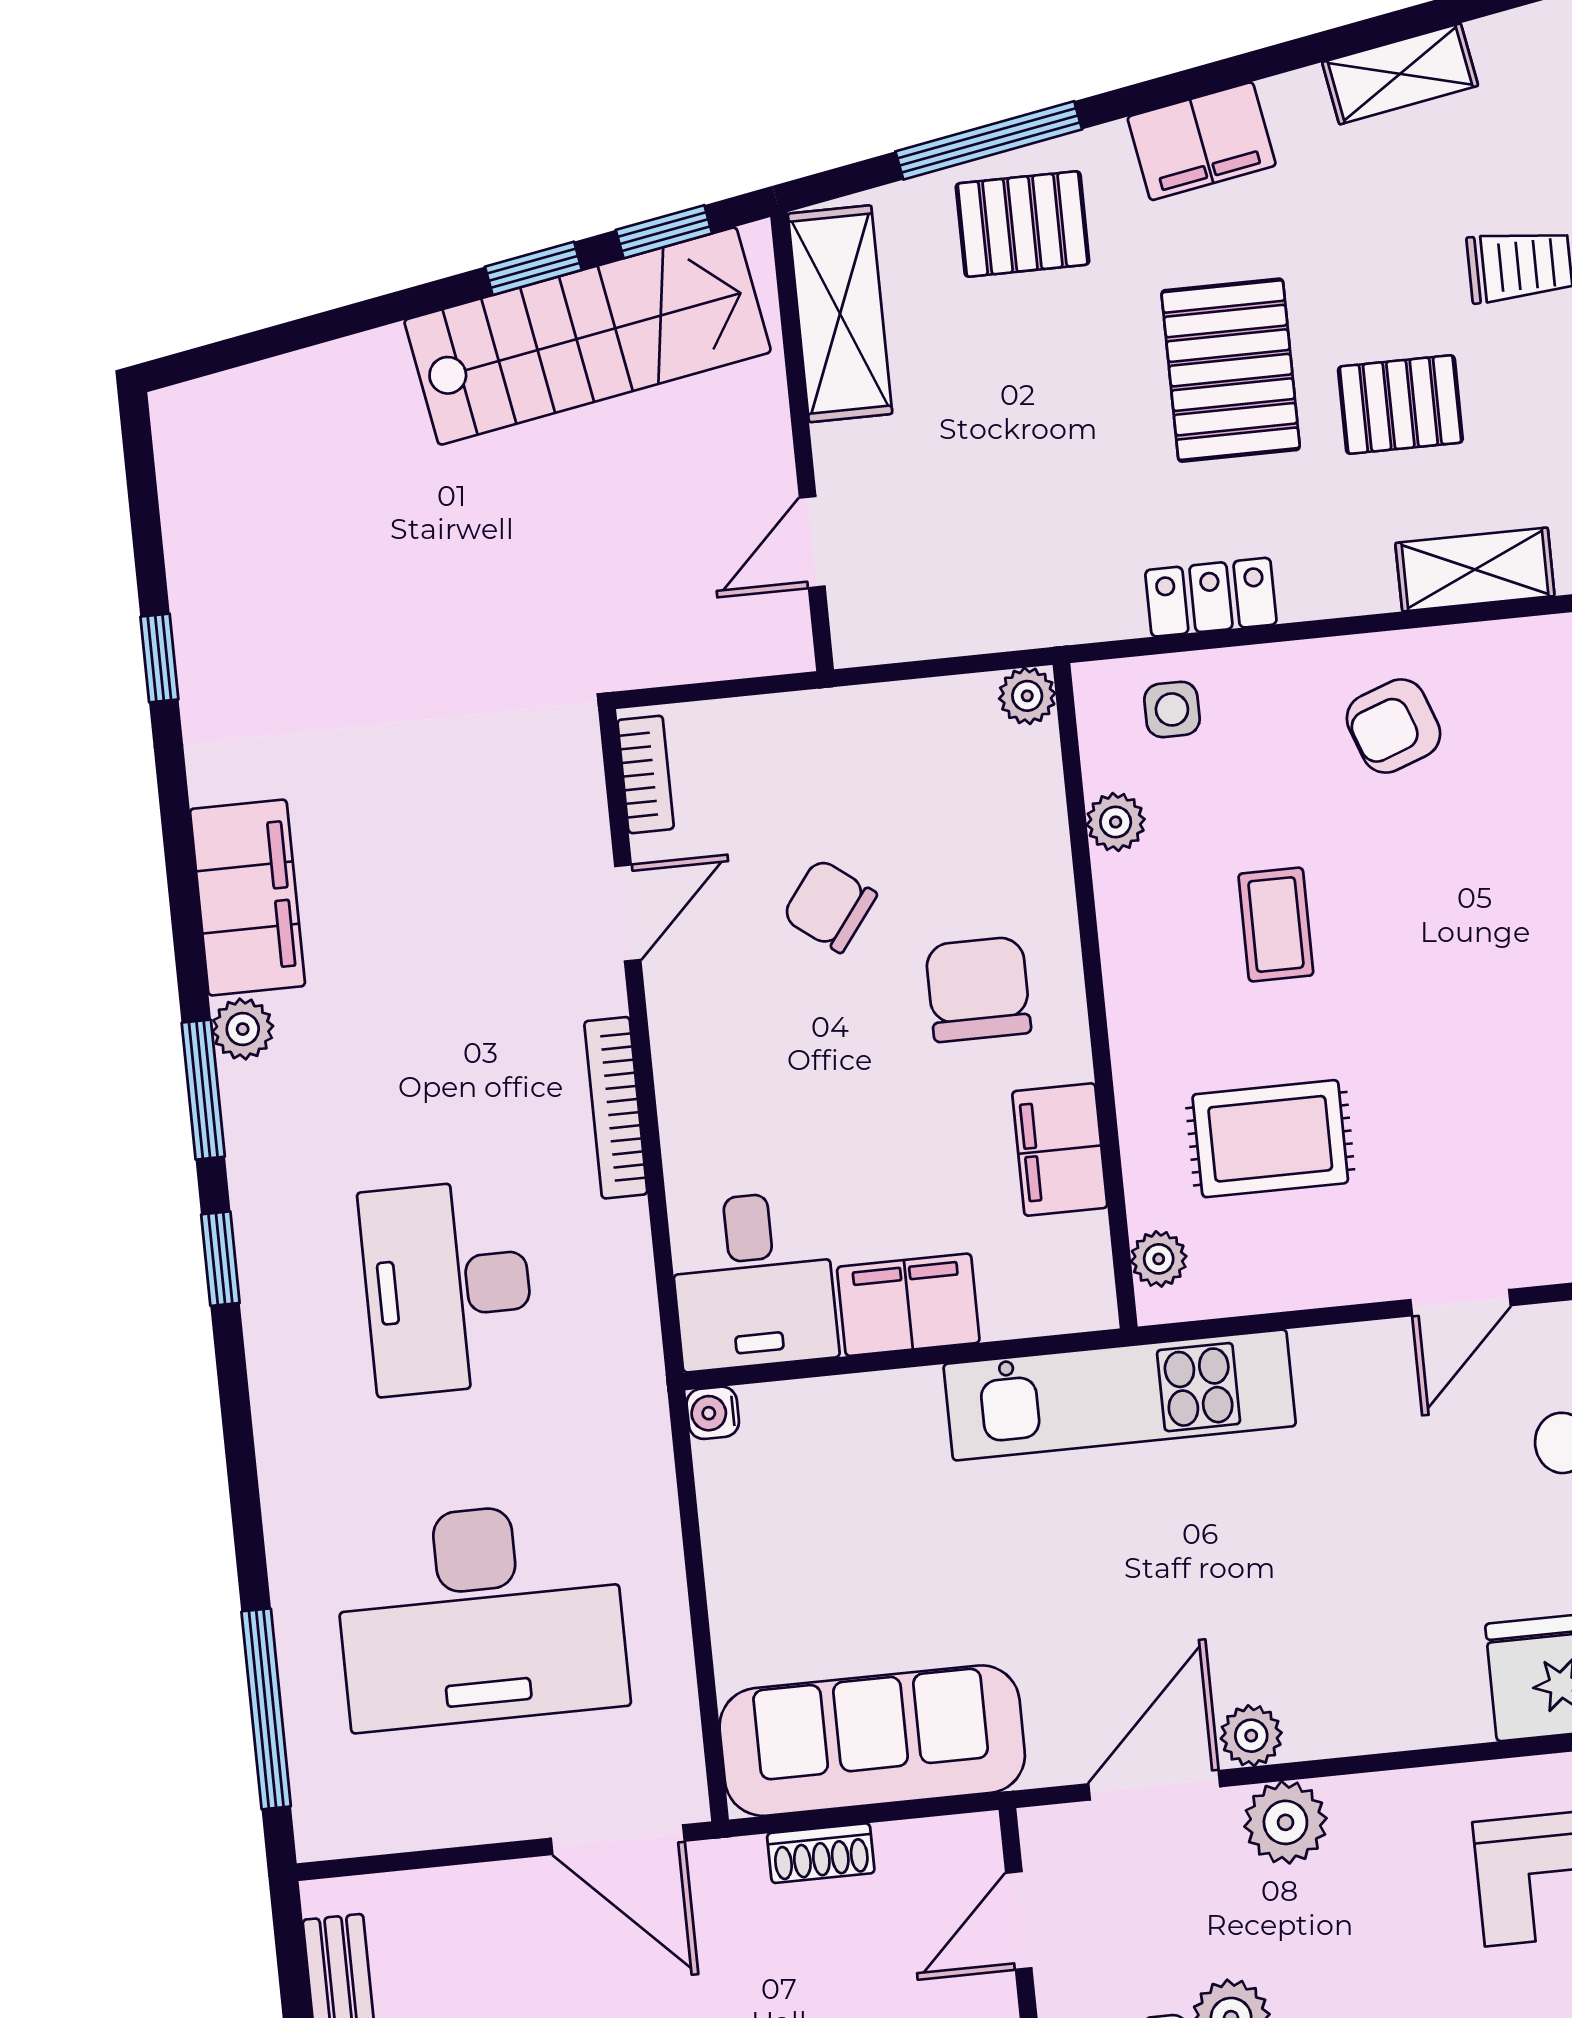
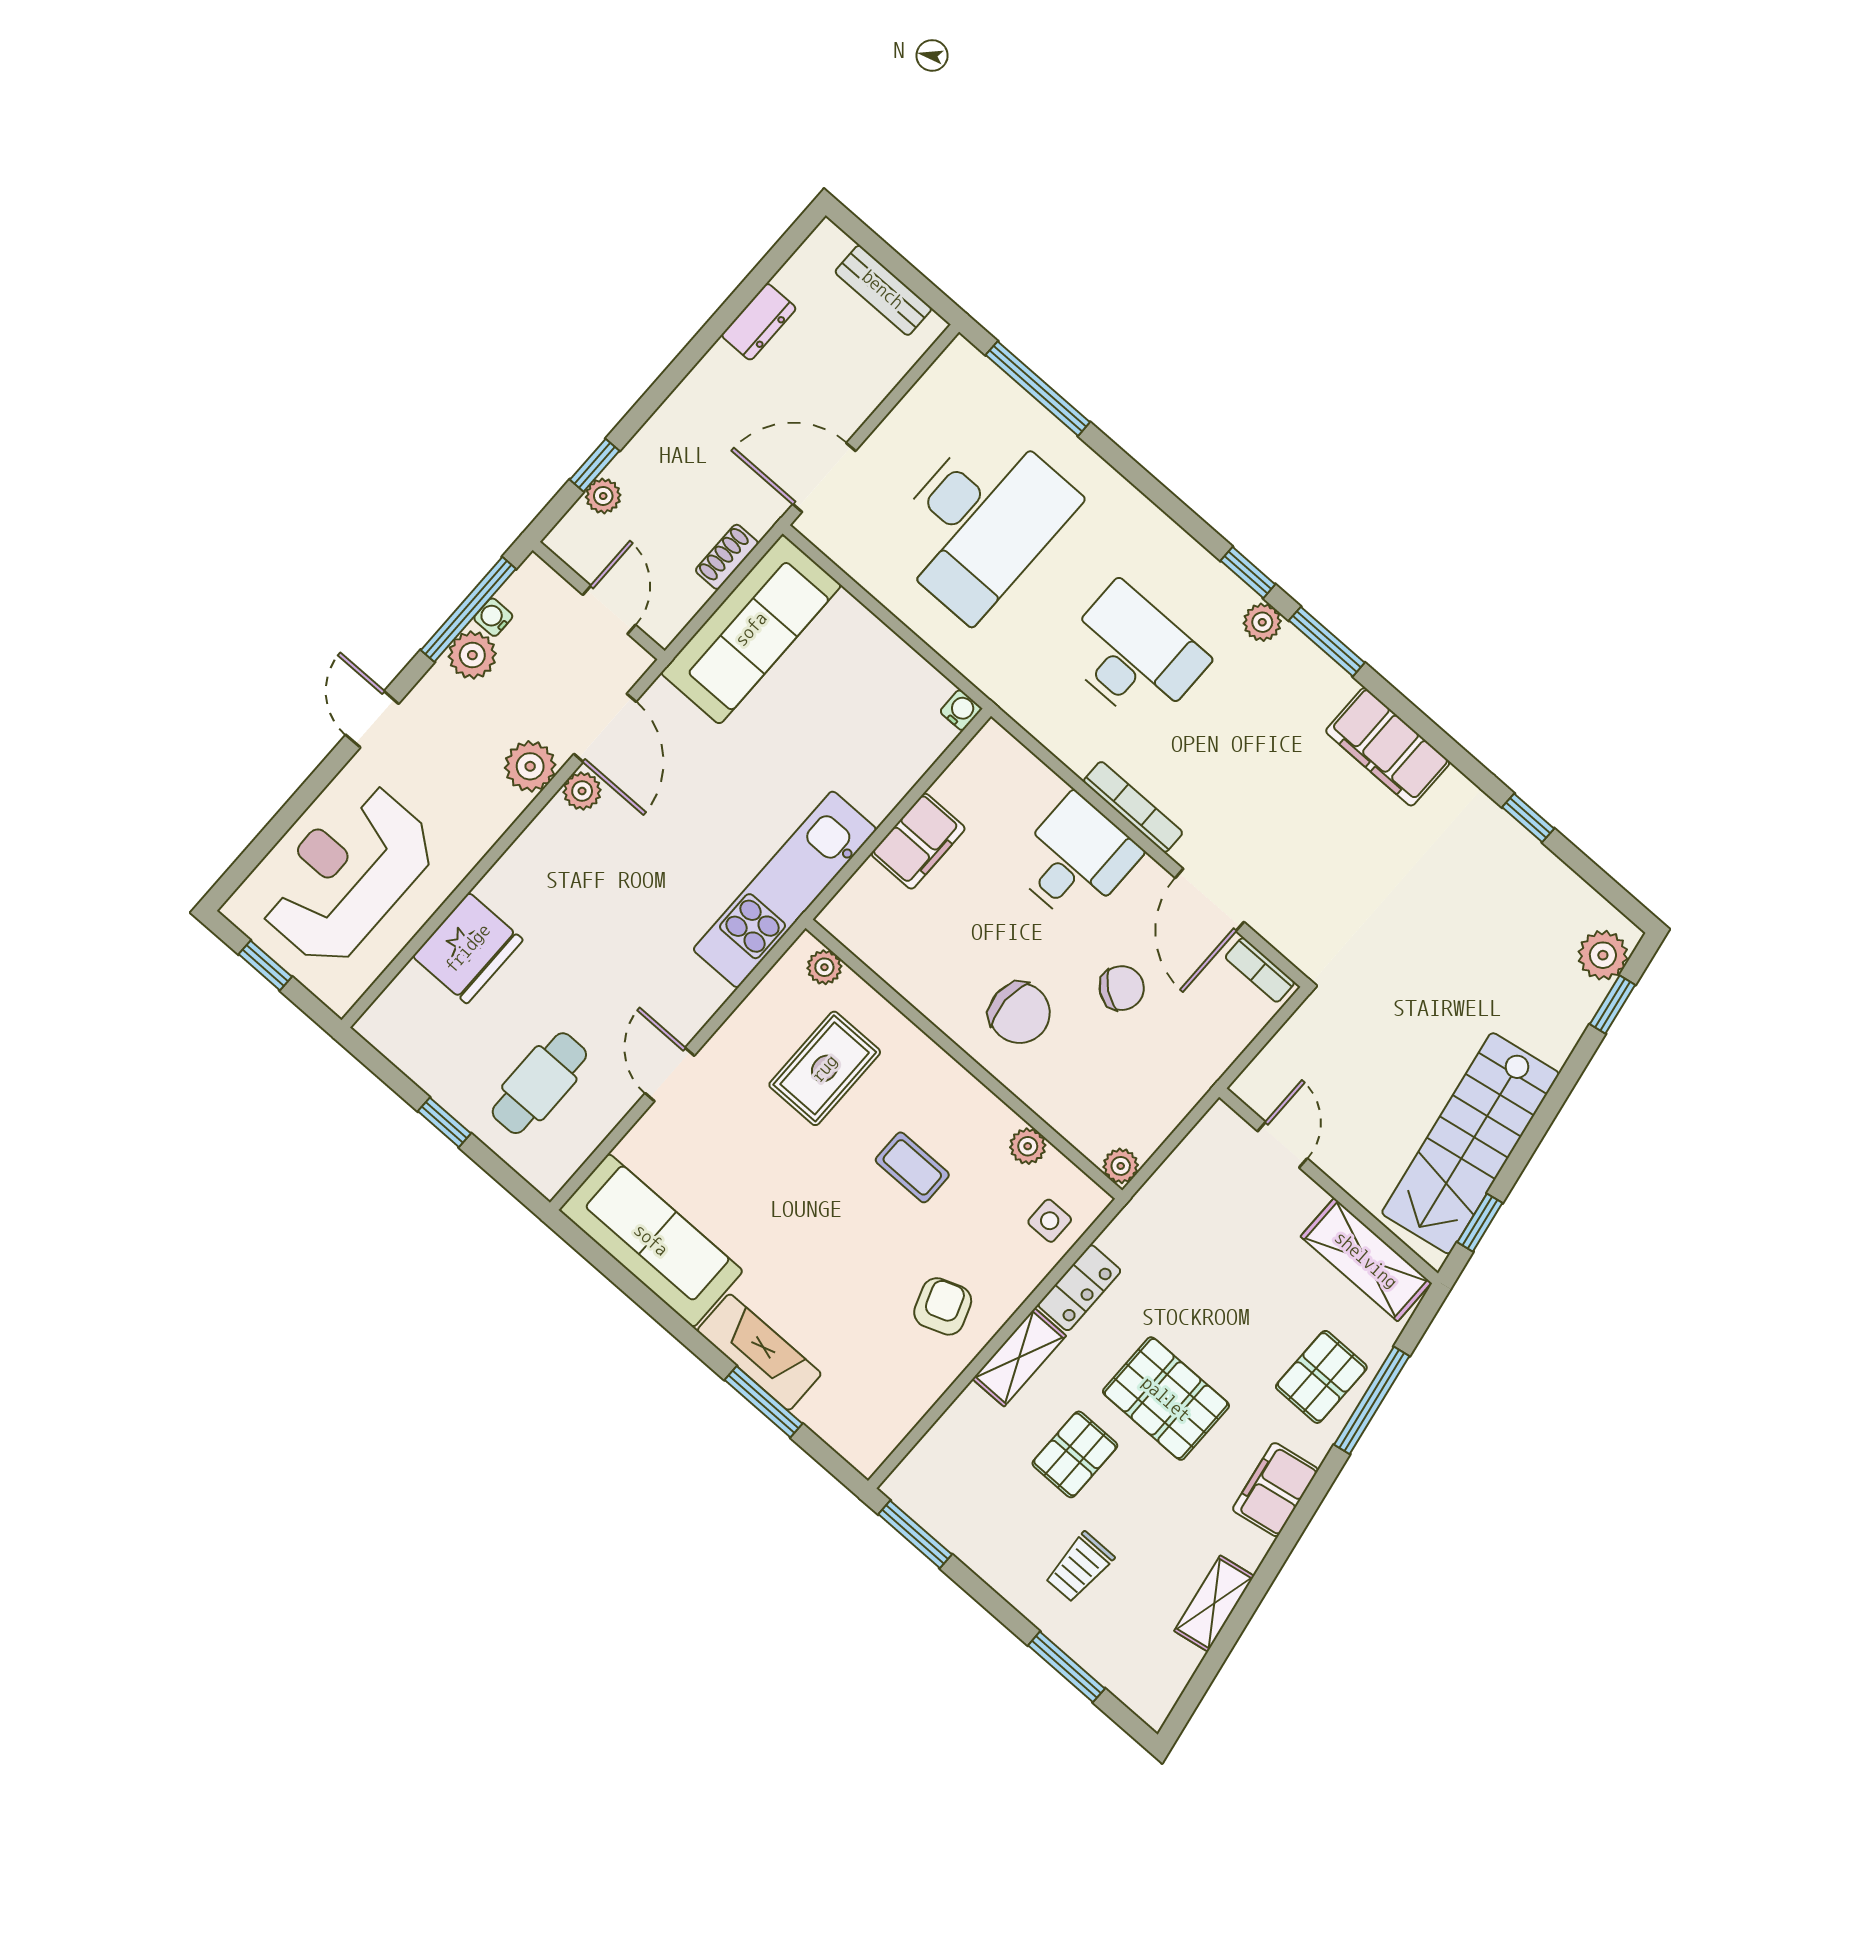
window: (533, 268) -> (1613, 1005), moved
plant: (223, 413) -> (1603, 955), added
shelving: (1475, 569) -> (1019, 1357), moved
door: (628, 913) -> (1210, 900), width x1.38
plant: (243, 1029) -> (1262, 622), moved
filing cabinet: (1060, 1150) -> (915, 975), removed
desk: (753, 1280) -> (1075, 859), moved, turned 90
desk: (481, 1615) -> (981, 521), turned 180

